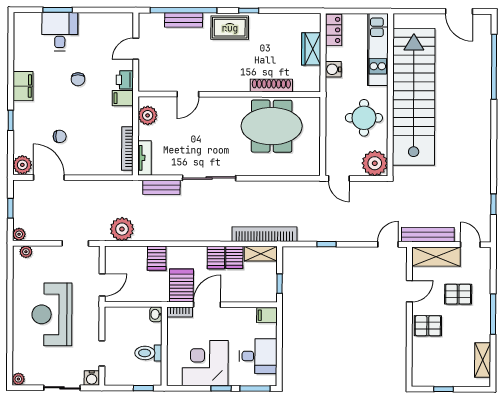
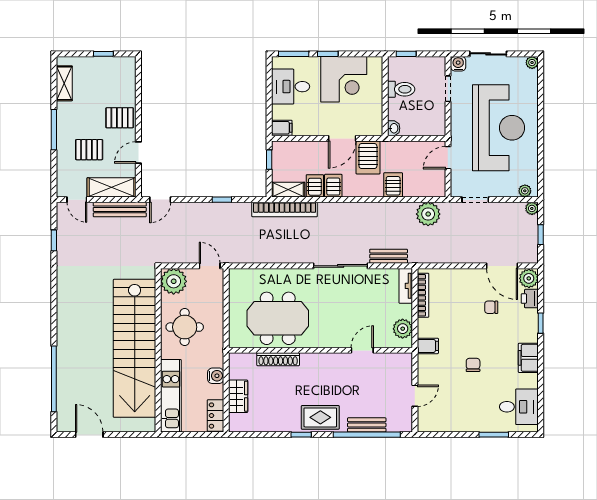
desk: (60, 32) -> (519, 407), moved, turned -90
printer: (125, 80) -> (530, 299), moved, turned 180
bookcase: (180, 312) -> (370, 131), removed
reception desk: (52, 314) -> (499, 128), width x1.36, depth x1.30

